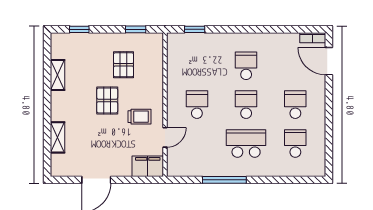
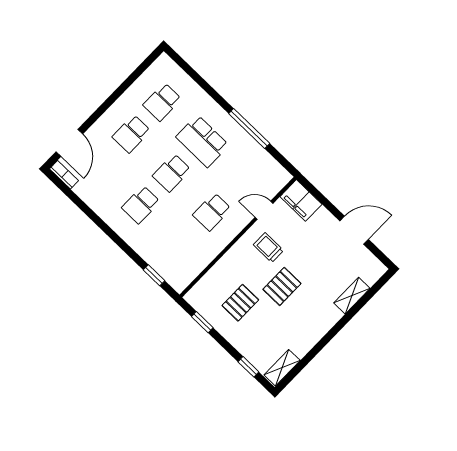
shelving: (58, 75) -> (282, 368), moved

